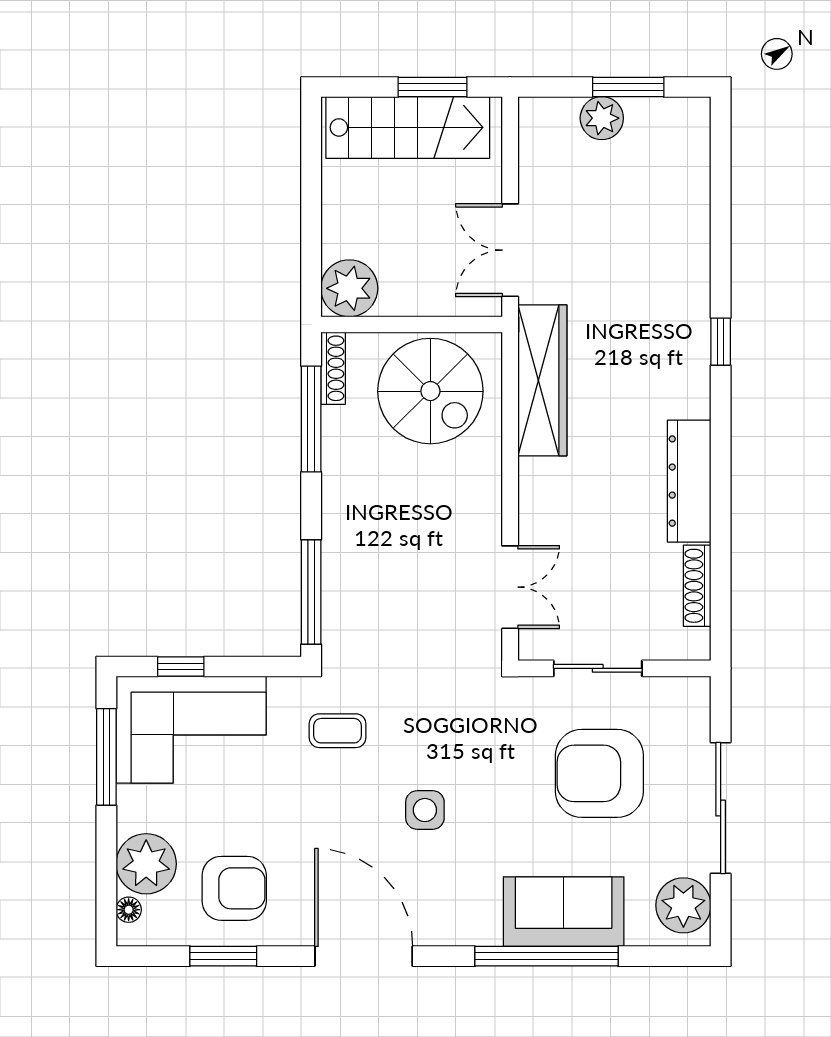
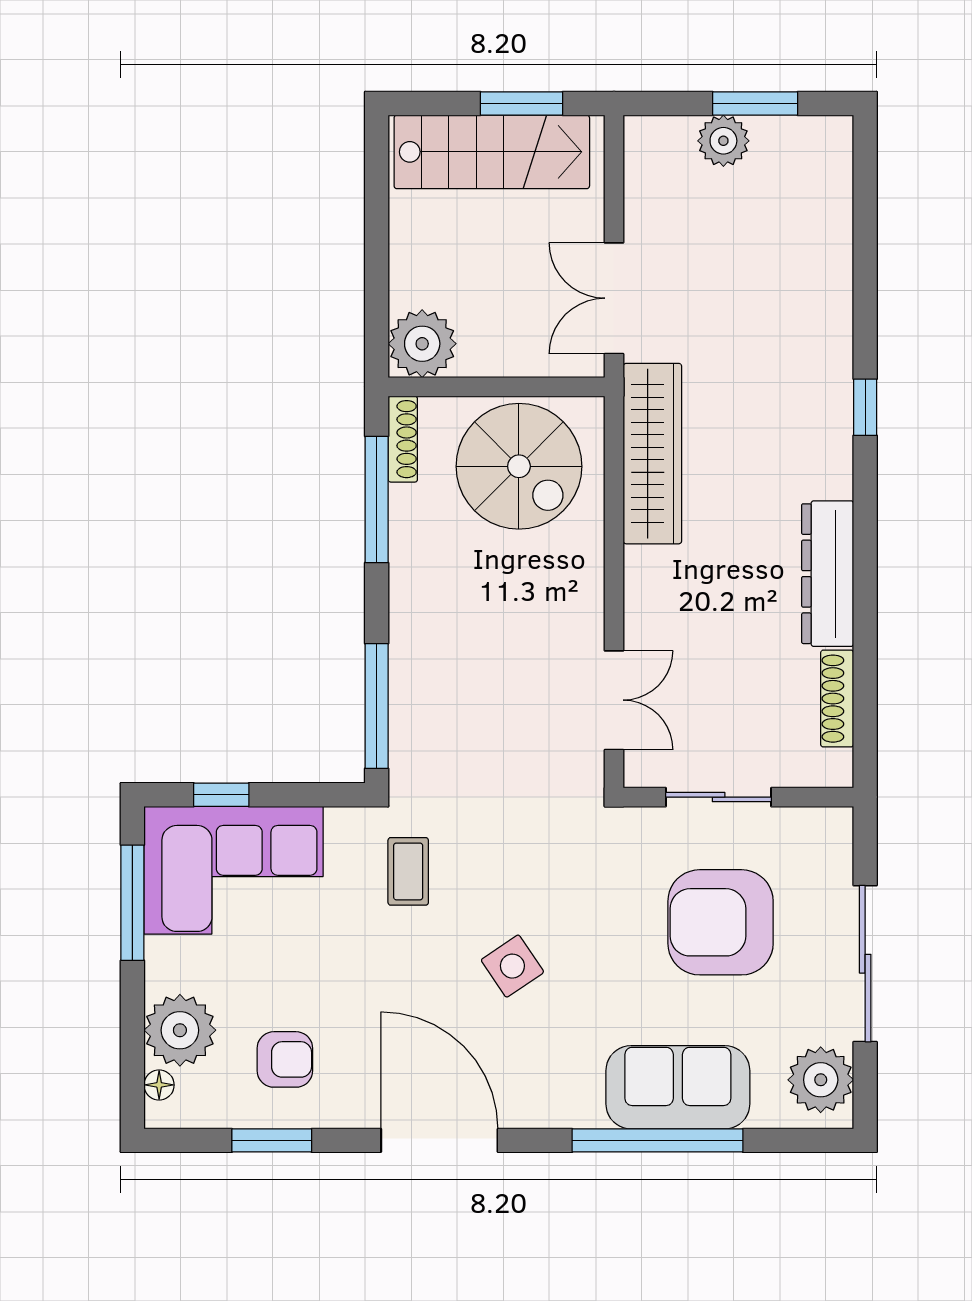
coffee table: (338, 731) -> (408, 871), turned 90
side table: (425, 810) -> (512, 966), turned -34
armchair: (234, 888) -> (285, 1059), width x0.72, depth x0.72

